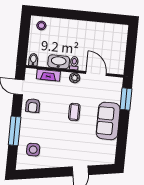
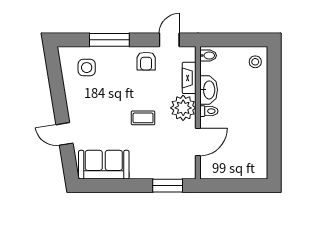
plant: (75, 78) -> (183, 108), width x1.88, depth x1.88
armchair: (33, 106) -> (146, 61), turned -90
sofa: (108, 121) -> (104, 165), moved

